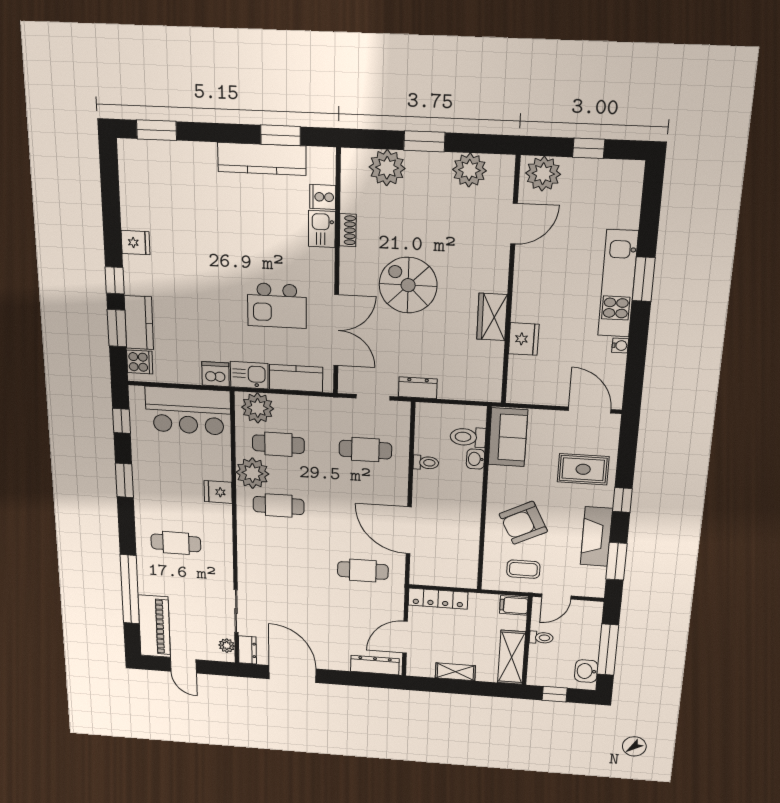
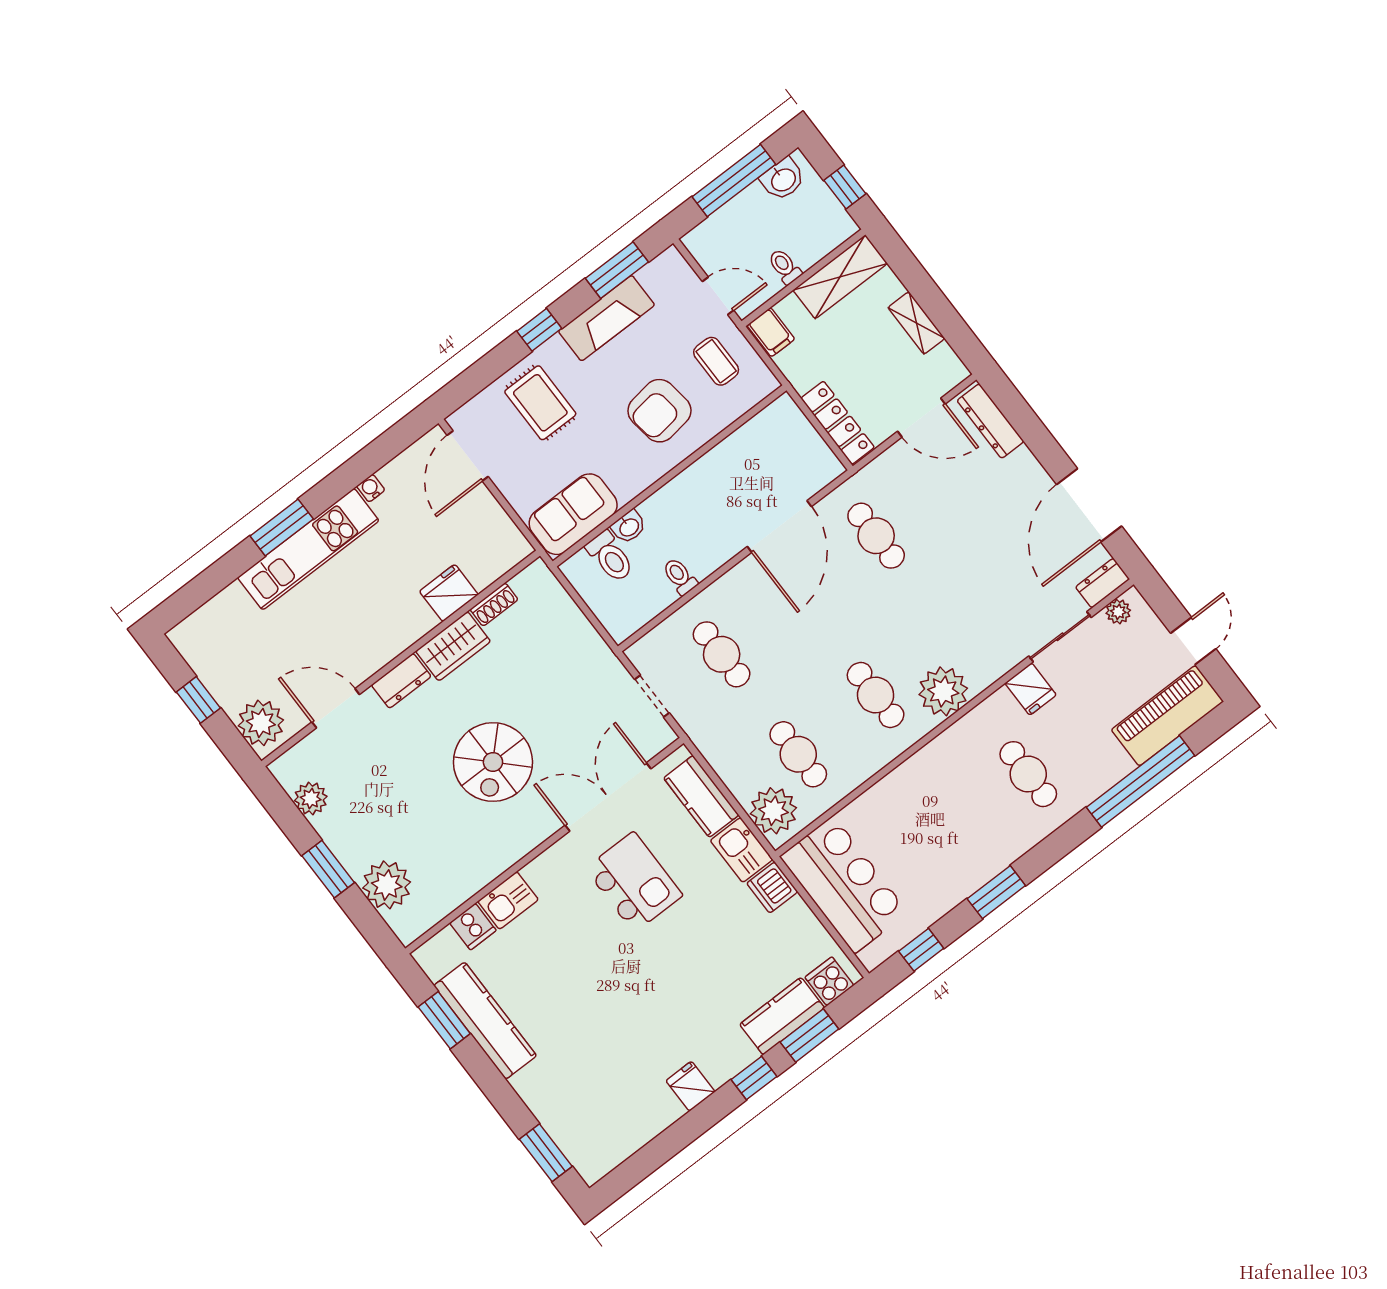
plant: (469, 170) -> (311, 798), width x0.73, depth x0.73
shoe rack: (348, 230) -> (494, 604), moved, turned 180
dresser: (418, 388) -> (401, 681), moved, turned -90
plant: (252, 473) -> (943, 691), moved
fridge: (218, 492) -> (1031, 689), moved
armchair: (523, 523) -> (659, 411), turned 109

